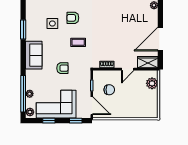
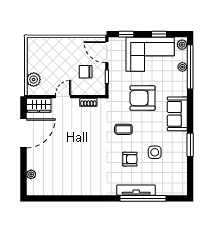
armchair: (62, 68) -> (142, 98), width x1.88, depth x1.88

